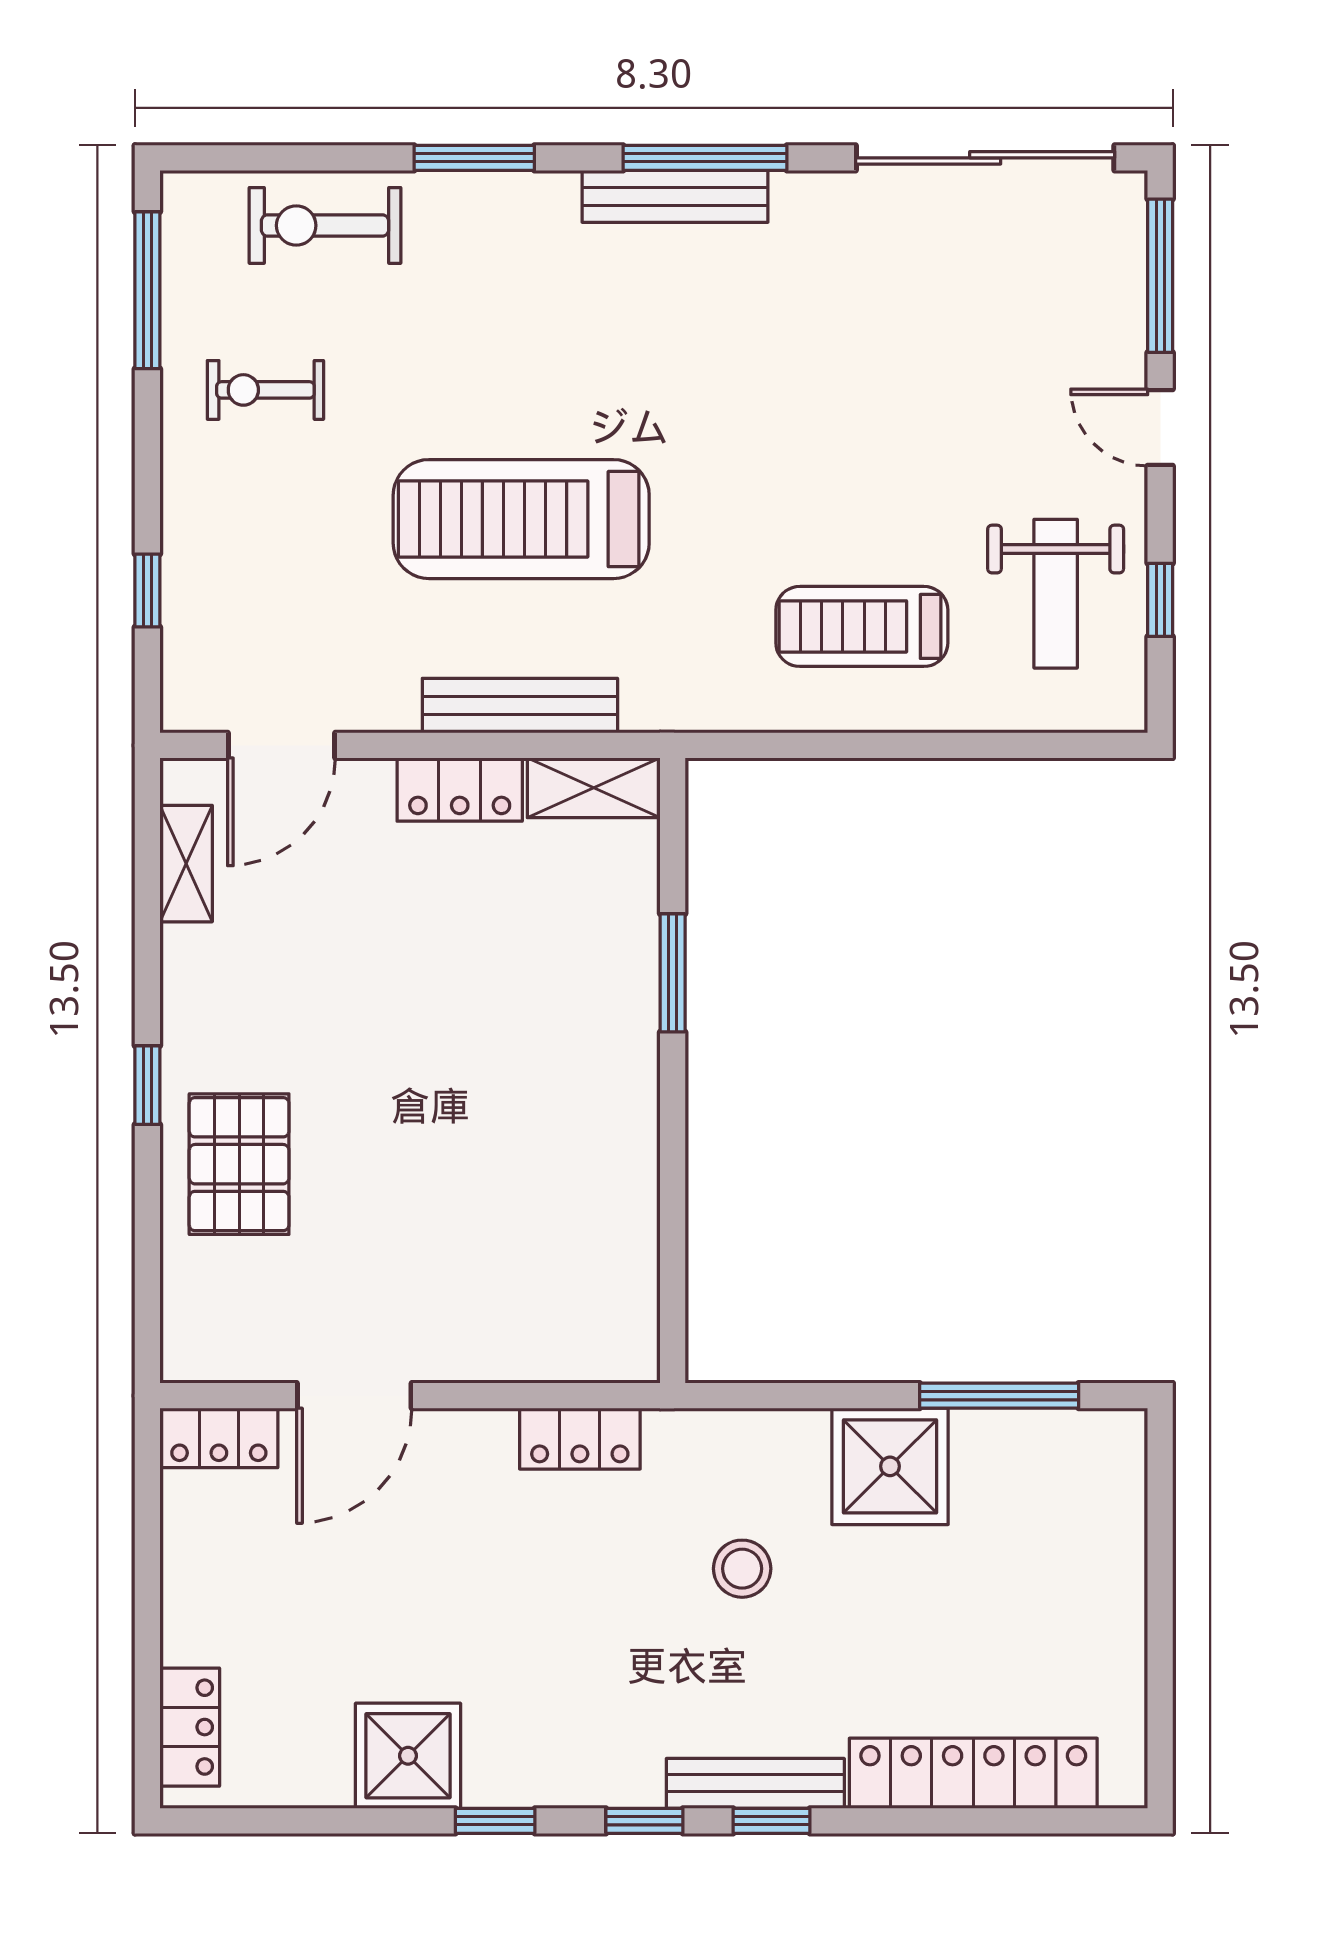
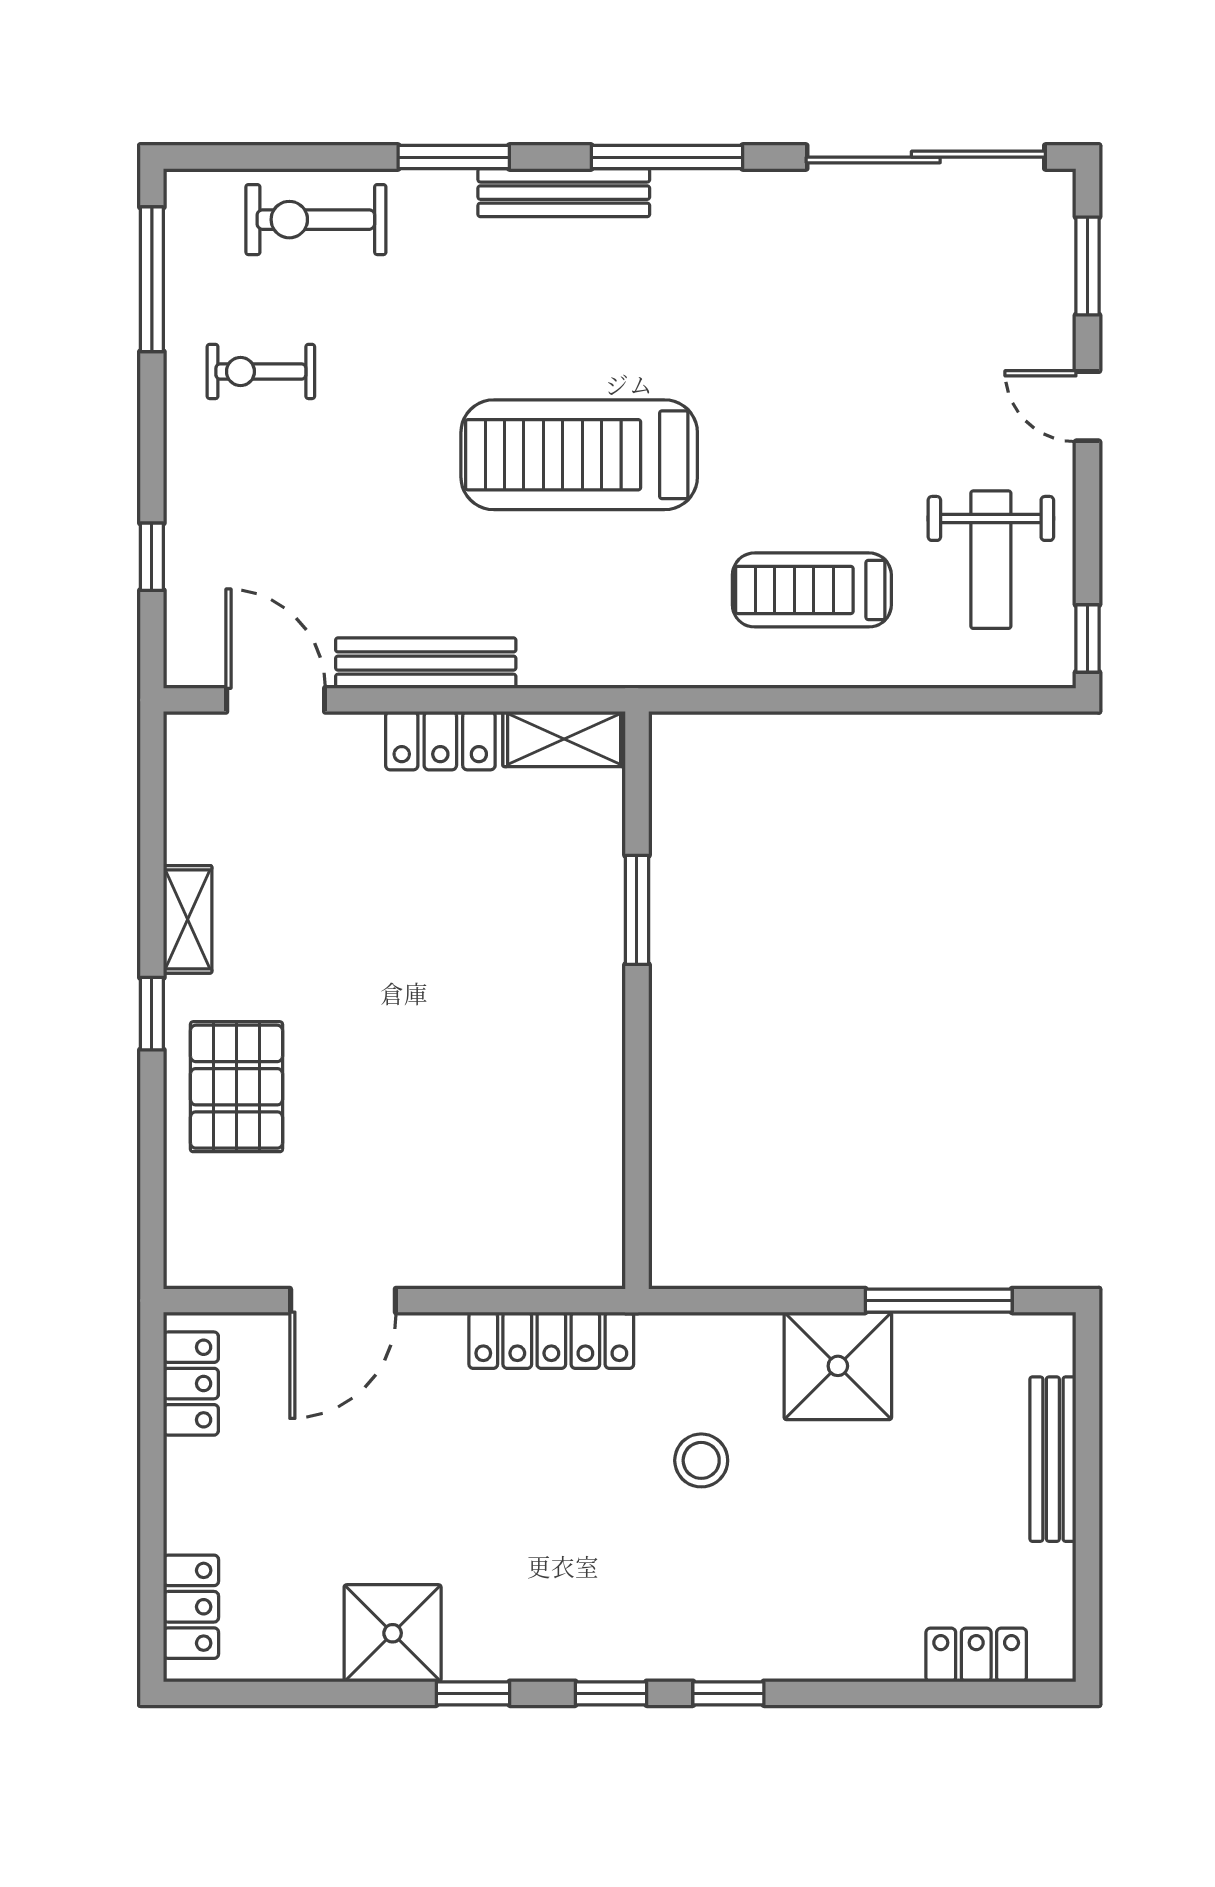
bench: (675, 196) -> (564, 193), moved
window: (1160, 276) -> (1087, 266), width x0.69
treadmill: (521, 519) -> (579, 455), moved
window: (1160, 600) -> (1087, 639), moved
bench: (520, 706) -> (426, 663), moved
door: (281, 745) -> (276, 700), swing flipped
shelving: (186, 864) -> (188, 919), moved
locker: (219, 1438) -> (191, 1384), moved, turned -90
locker: (580, 1439) -> (551, 1340), width x1.53
locker: (973, 1773) -> (976, 1655), width x0.46, depth x0.83
bench: (755, 1783) -> (1053, 1459), moved, turned 90

